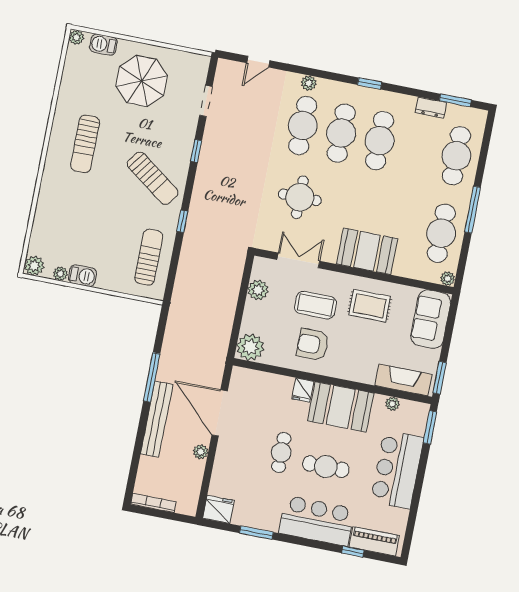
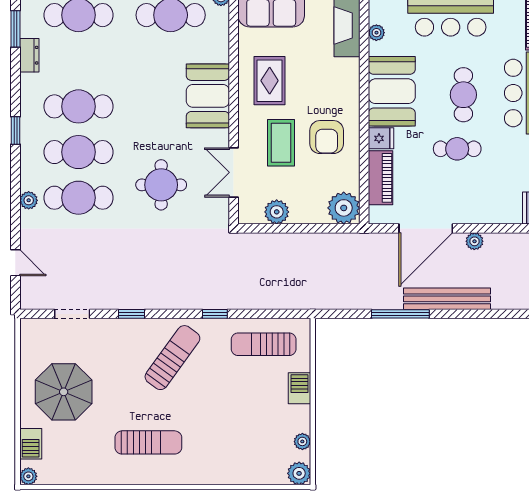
barbecue: (82, 276) -> (300, 388), moved
piano: (270, 383) -> (381, 178), added

